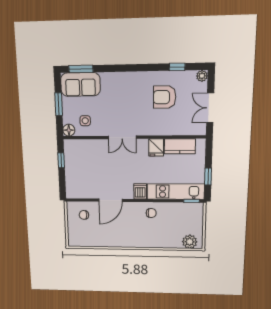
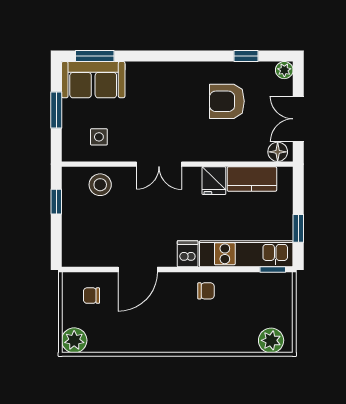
floor lamp: (69, 130) -> (278, 152), moved
stool: (87, 150) -> (100, 185), added
plant: (75, 240) -> (74, 340), added

